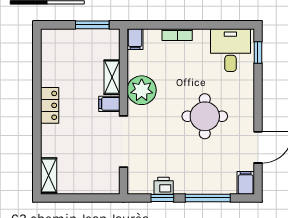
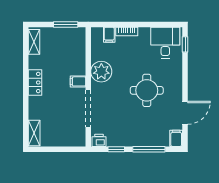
filing cabinet: (135, 39) -> (109, 35), moved
shelving: (112, 77) -> (34, 42), moved
printer: (164, 186) -> (99, 140), moved

